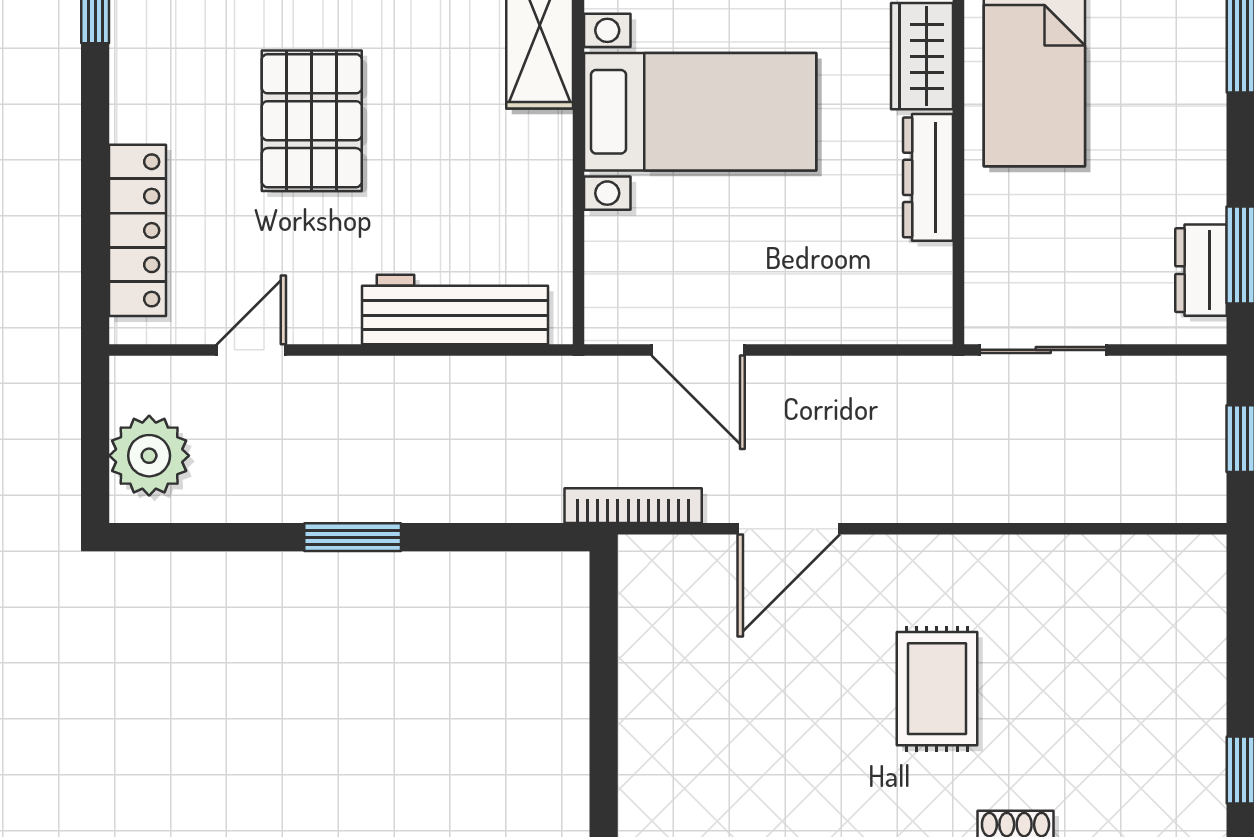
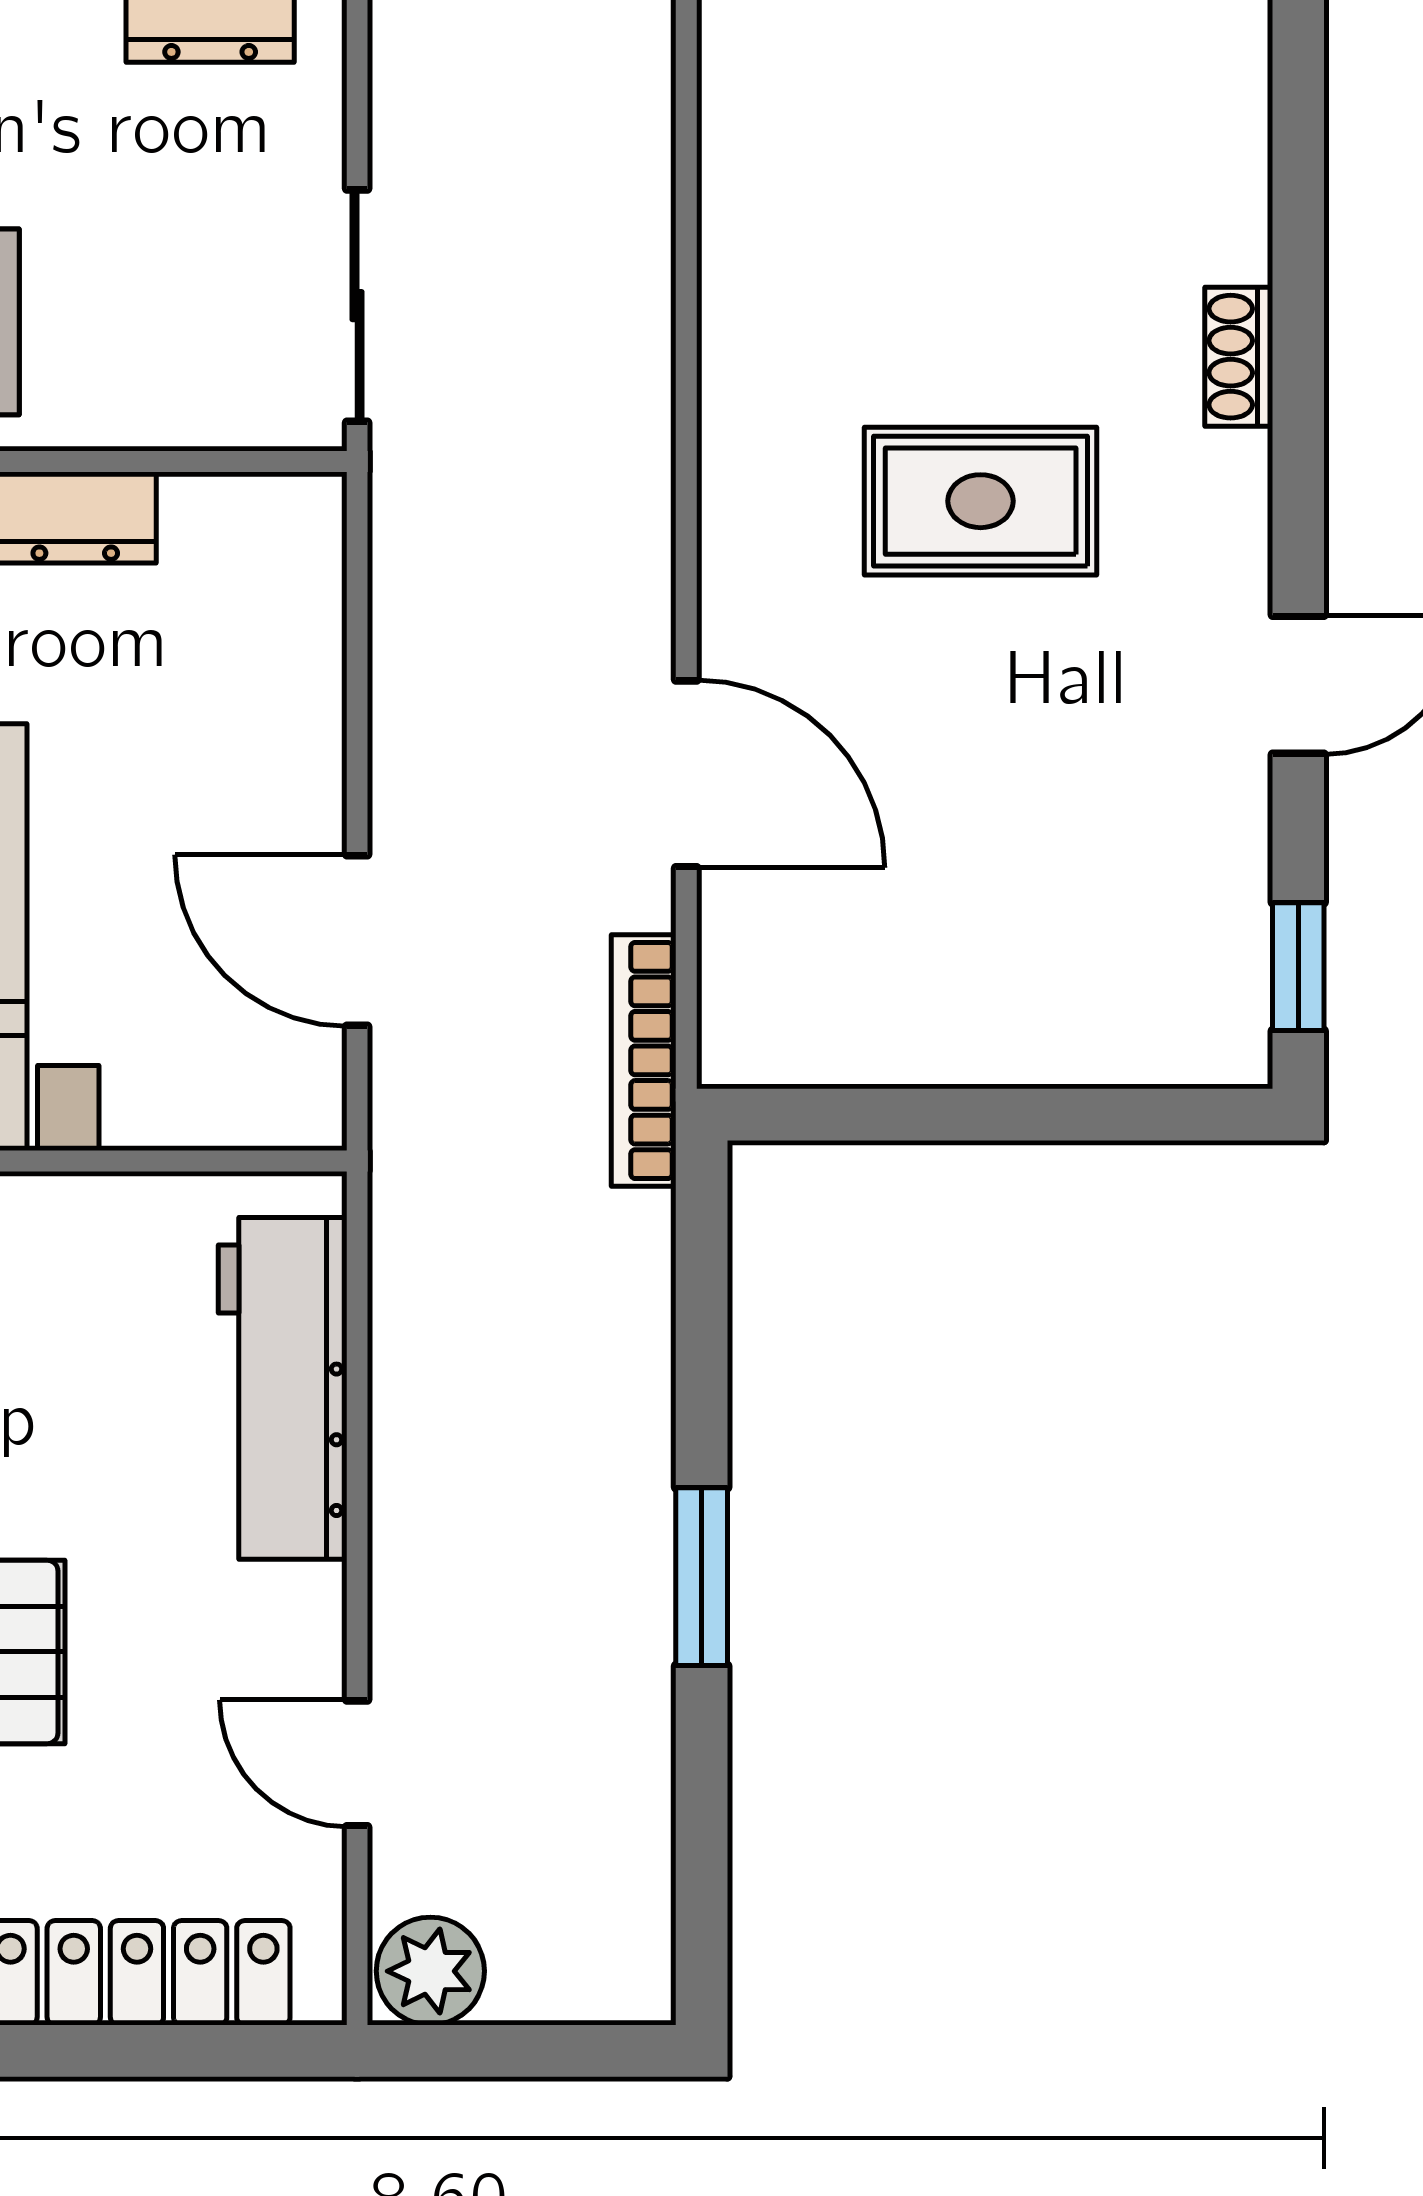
door: (698, 350) -> (357, 940), swing flipped
plant: (149, 456) -> (430, 1971), moved, width x0.73, depth x0.73

